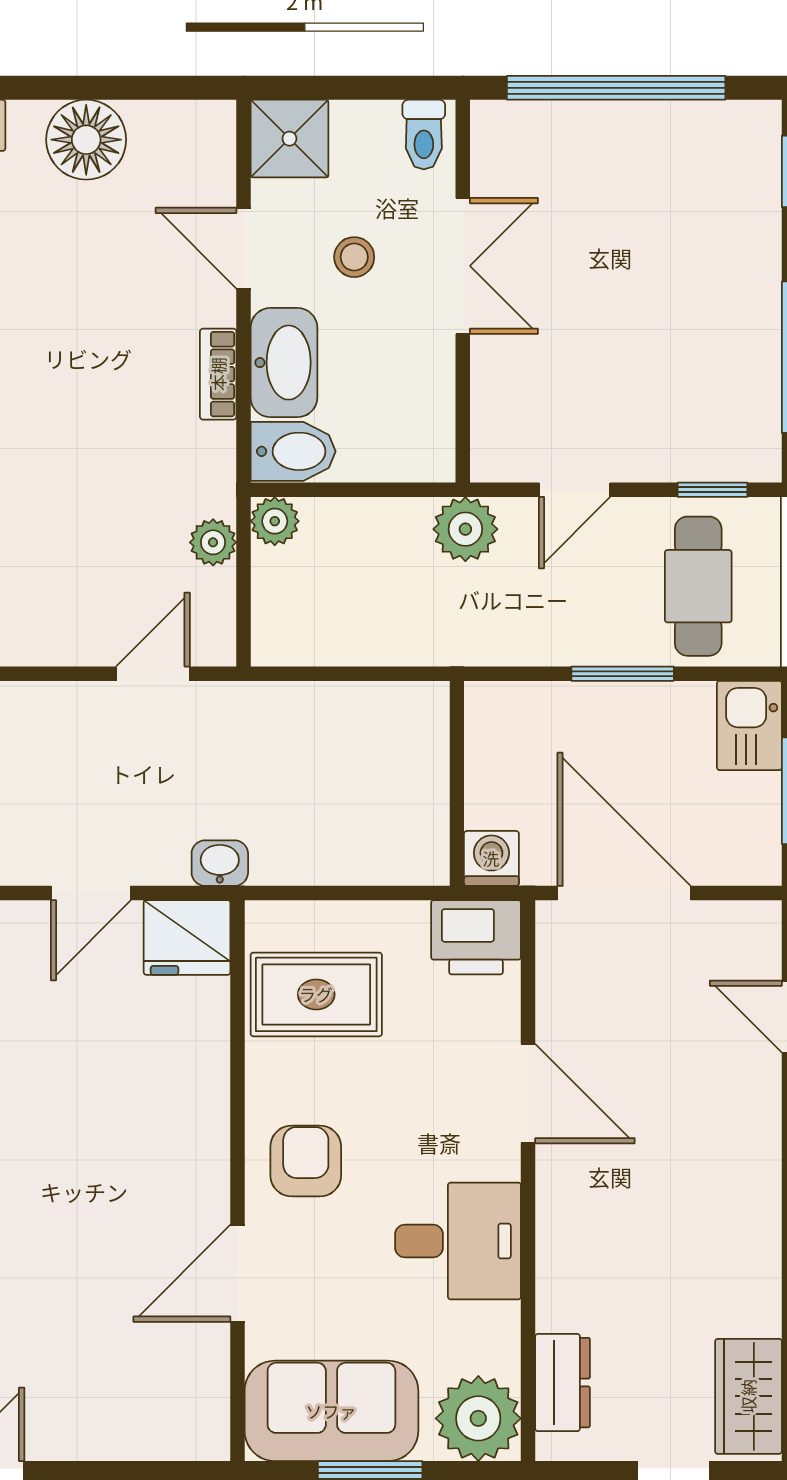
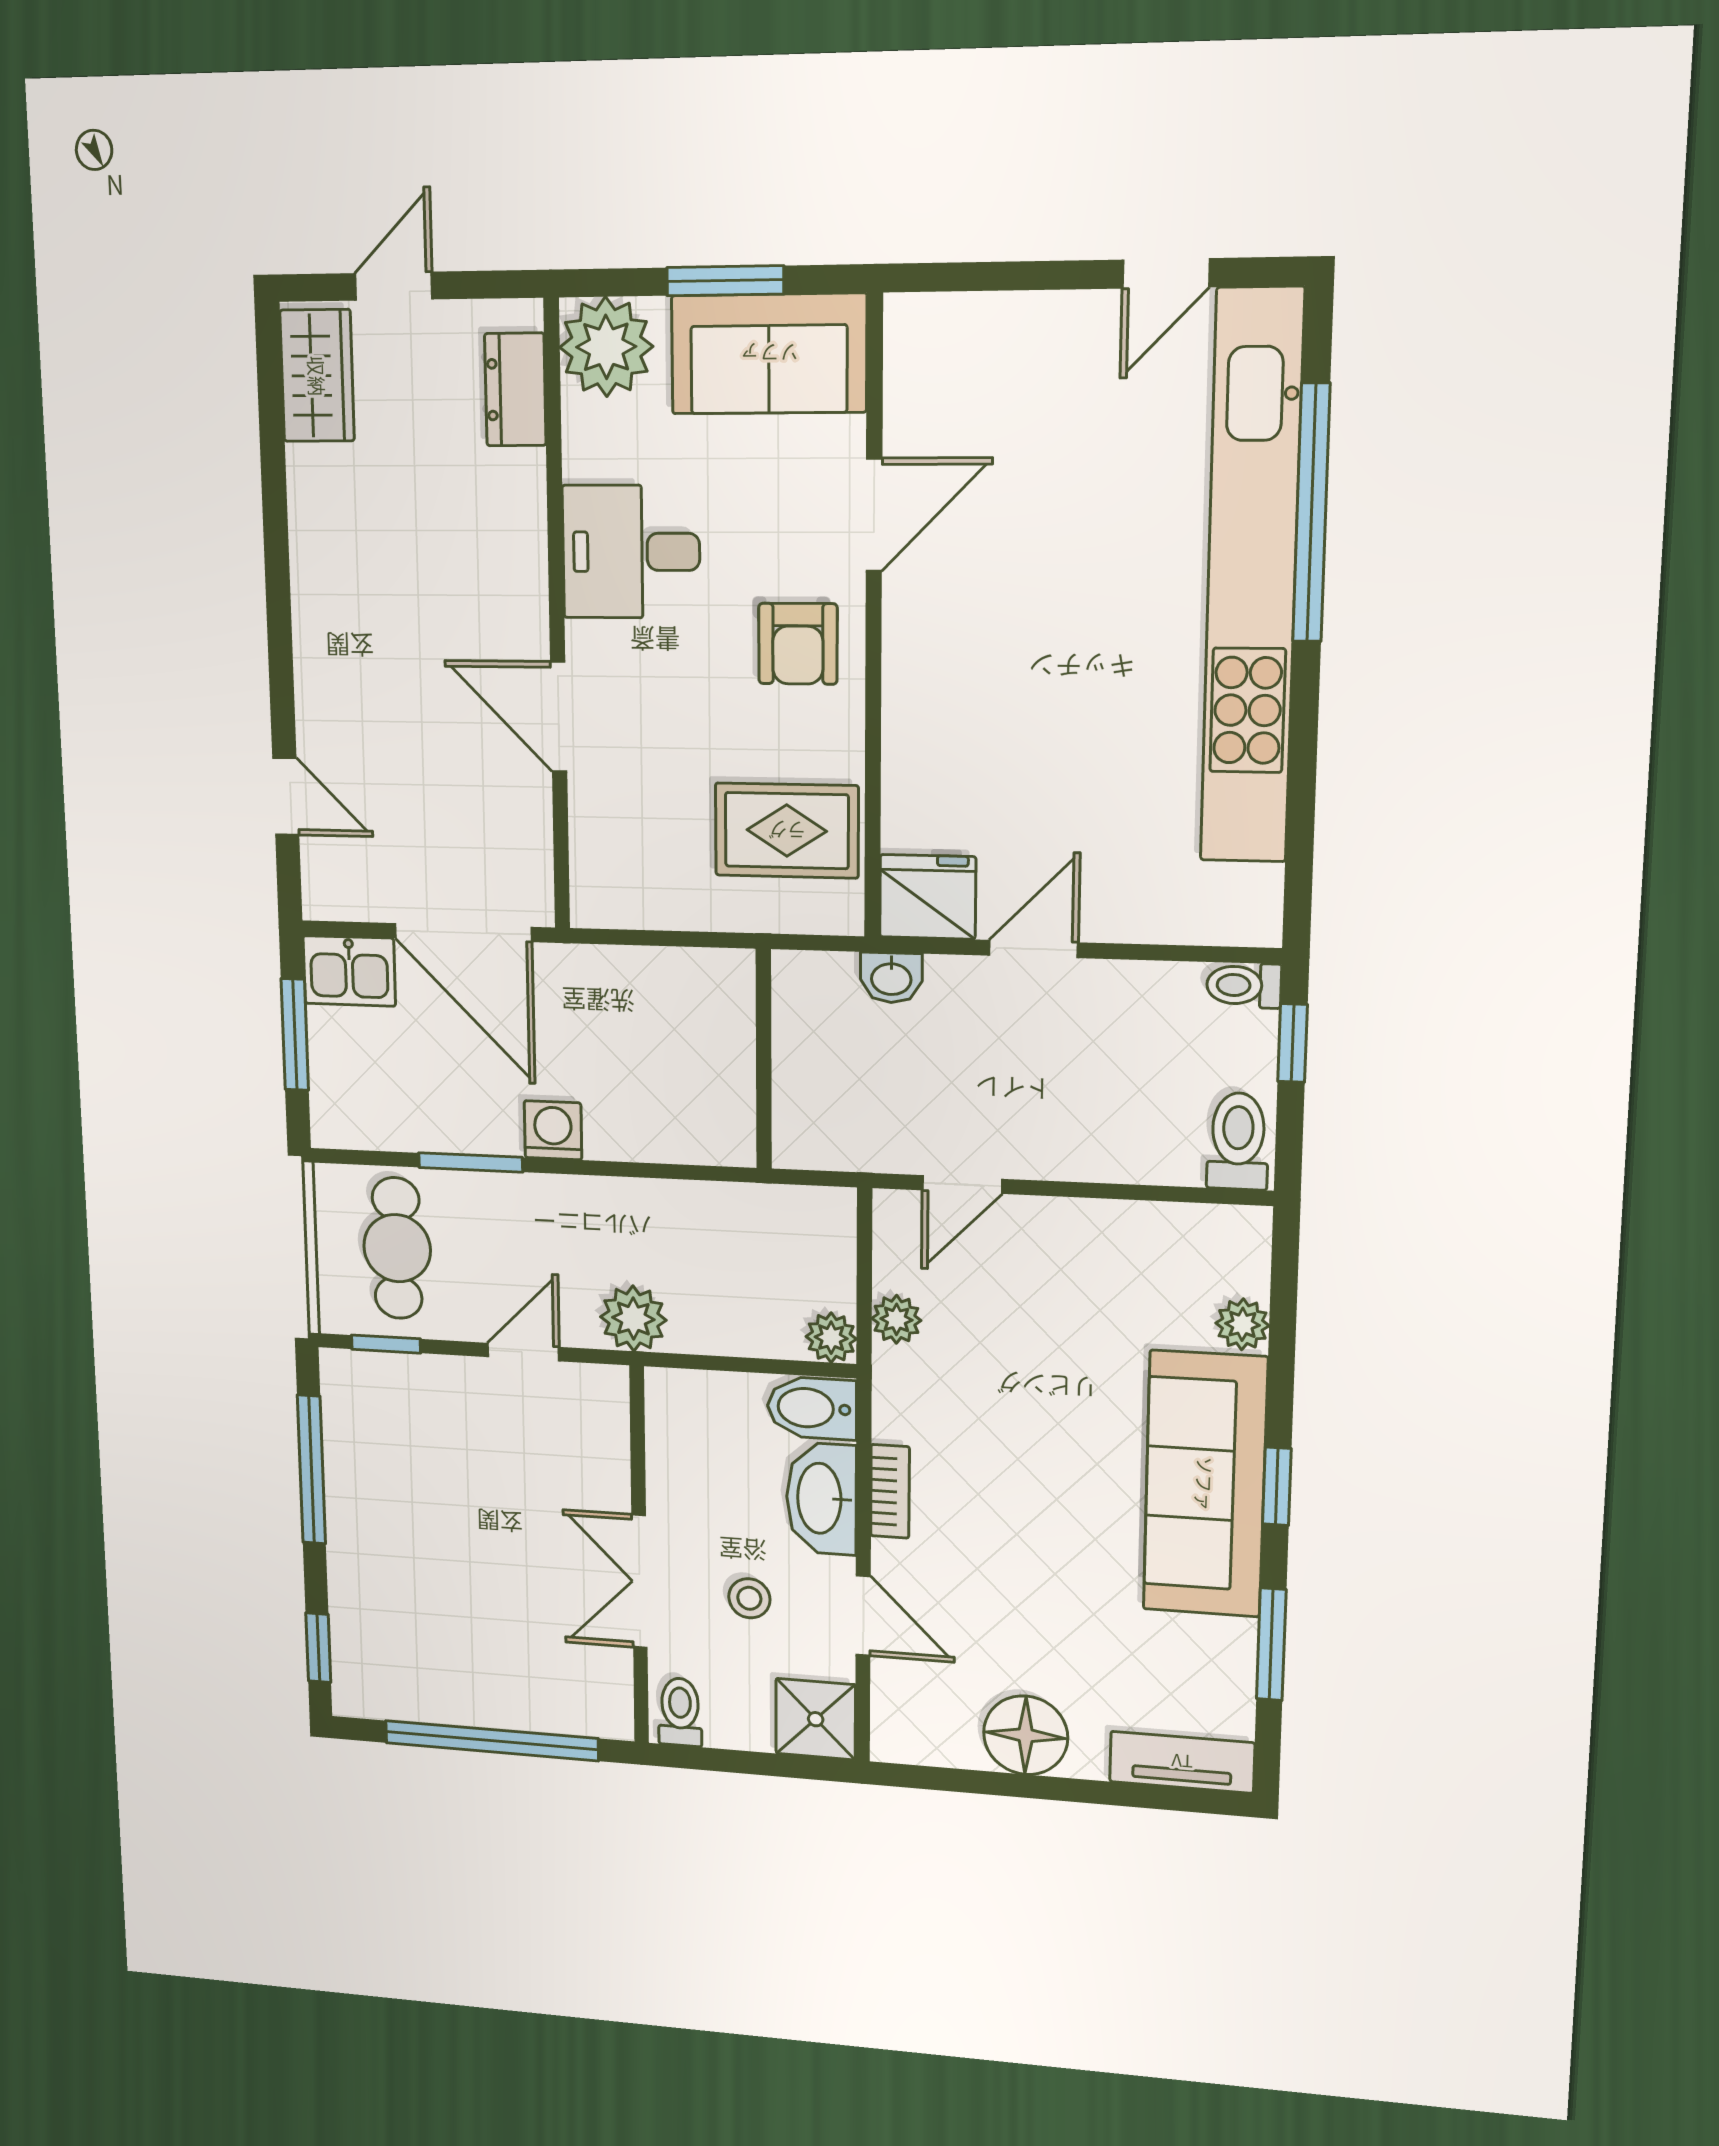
kitchen sink: (749, 725) -> (349, 971), moved, turned 90
wall: (457, 783) -> (764, 1059), moved
washing machine: (491, 858) -> (553, 1130), moved, turned 180
printer: (476, 937) -> (616, 889), removed

